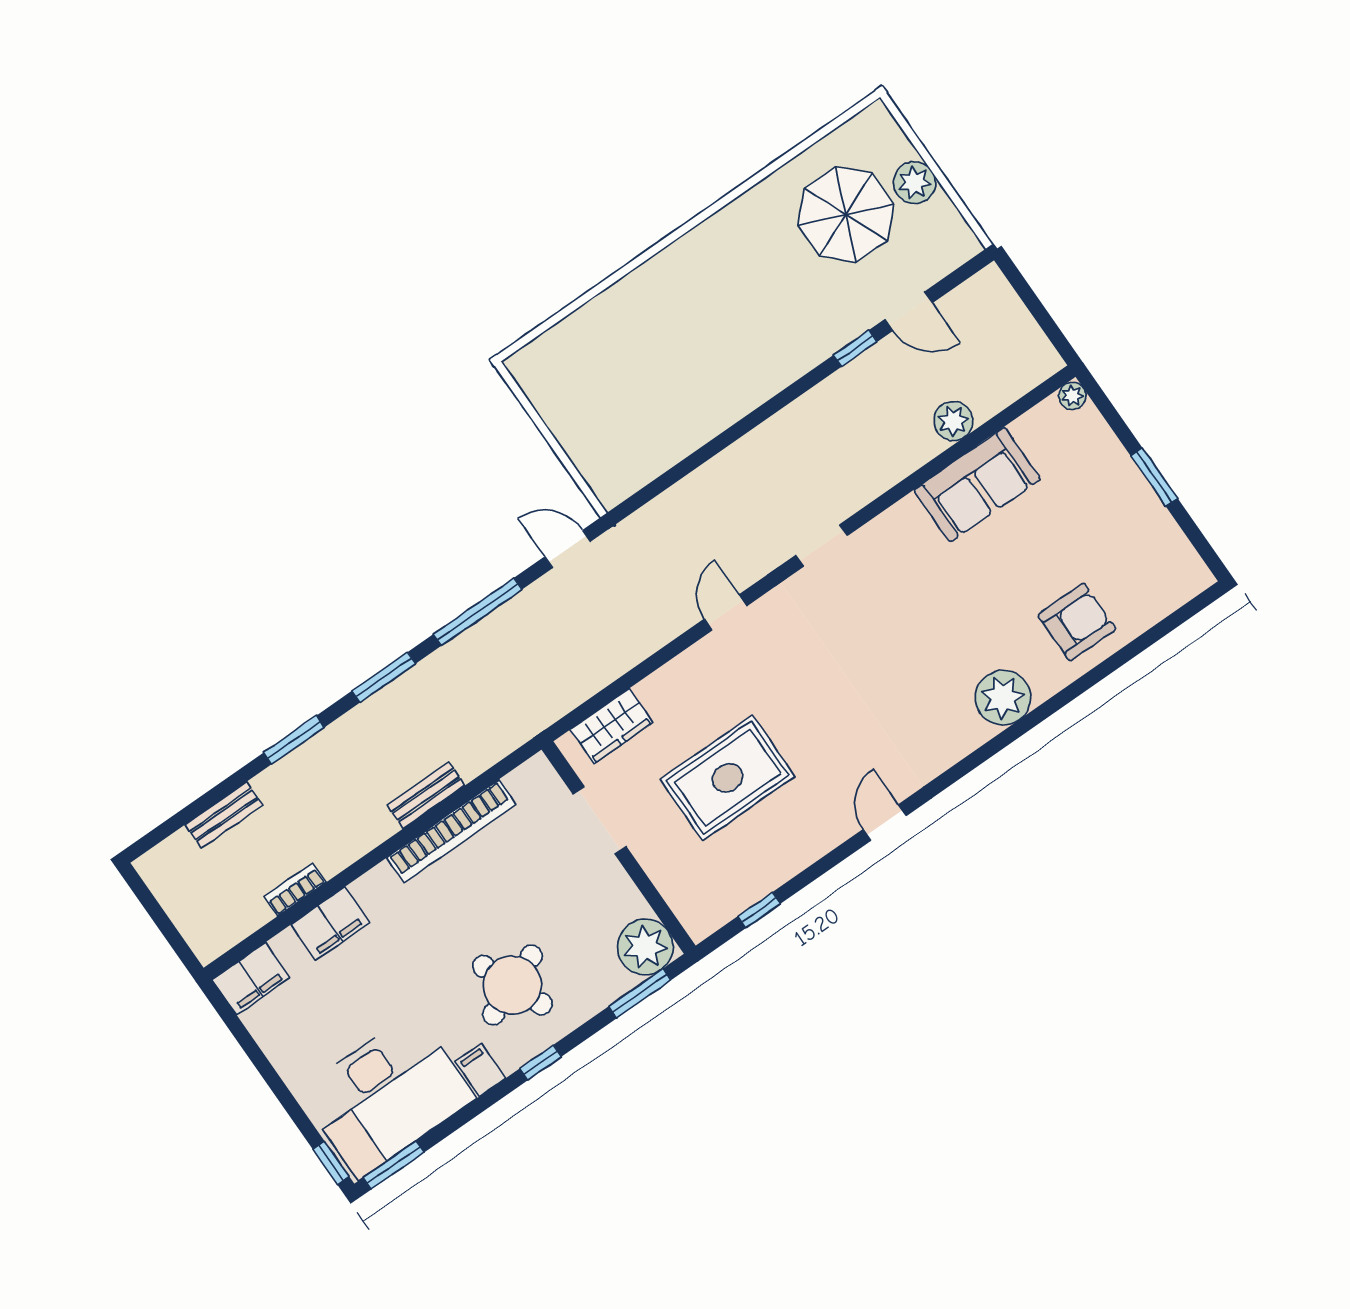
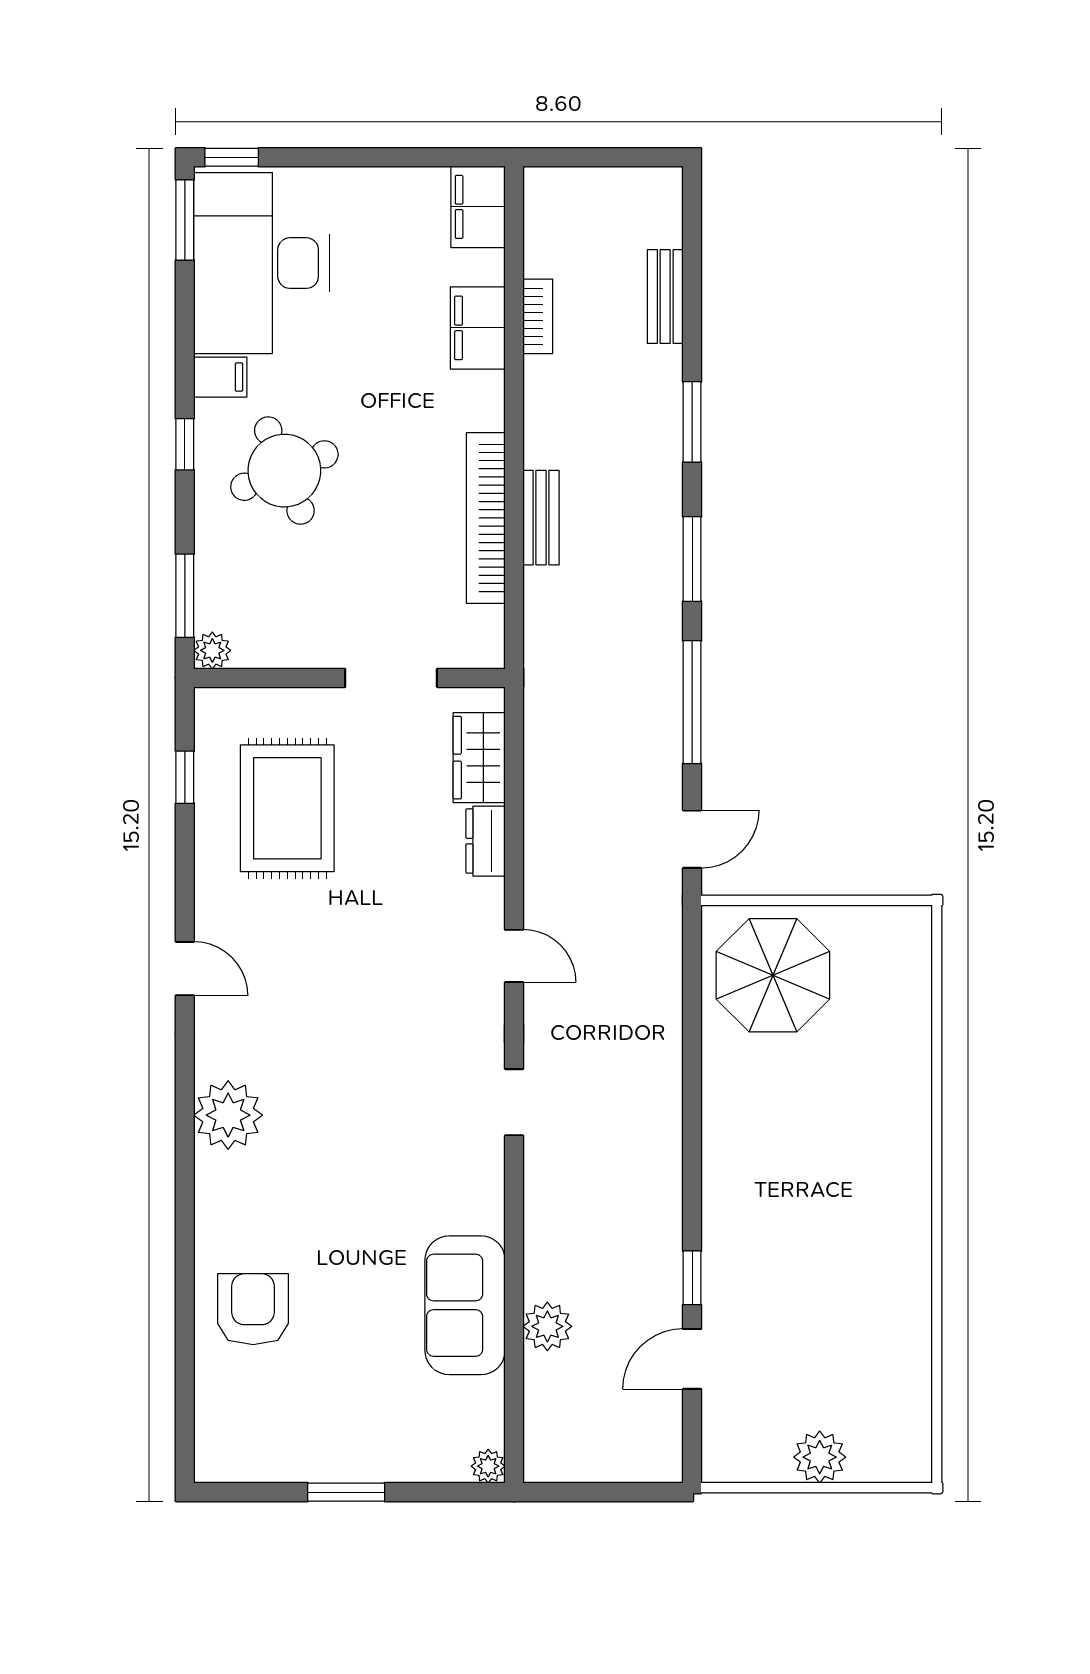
parasol: (846, 215) -> (773, 975), moved
armchair: (1077, 622) -> (253, 1309), turned 180
dresser: (663, 684) -> (486, 841), added
plant: (1003, 698) -> (228, 1115), moved
rug: (728, 778) -> (287, 808), moved
plant: (645, 947) -> (212, 650), width x0.53, depth x0.53

